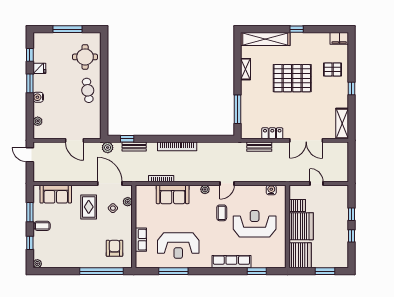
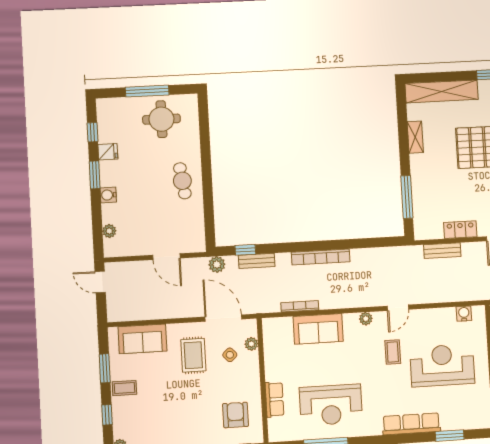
round table: (85, 57) -> (161, 119), moved

